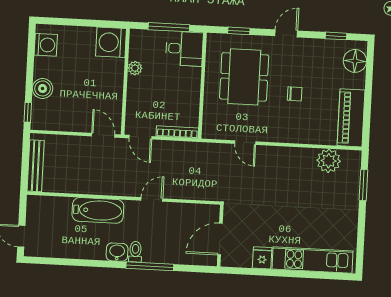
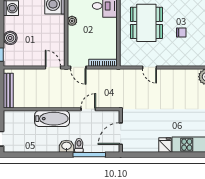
wall: (220, 236) -> (121, 131), moved
door: (220, 239) -> (121, 134), moved

